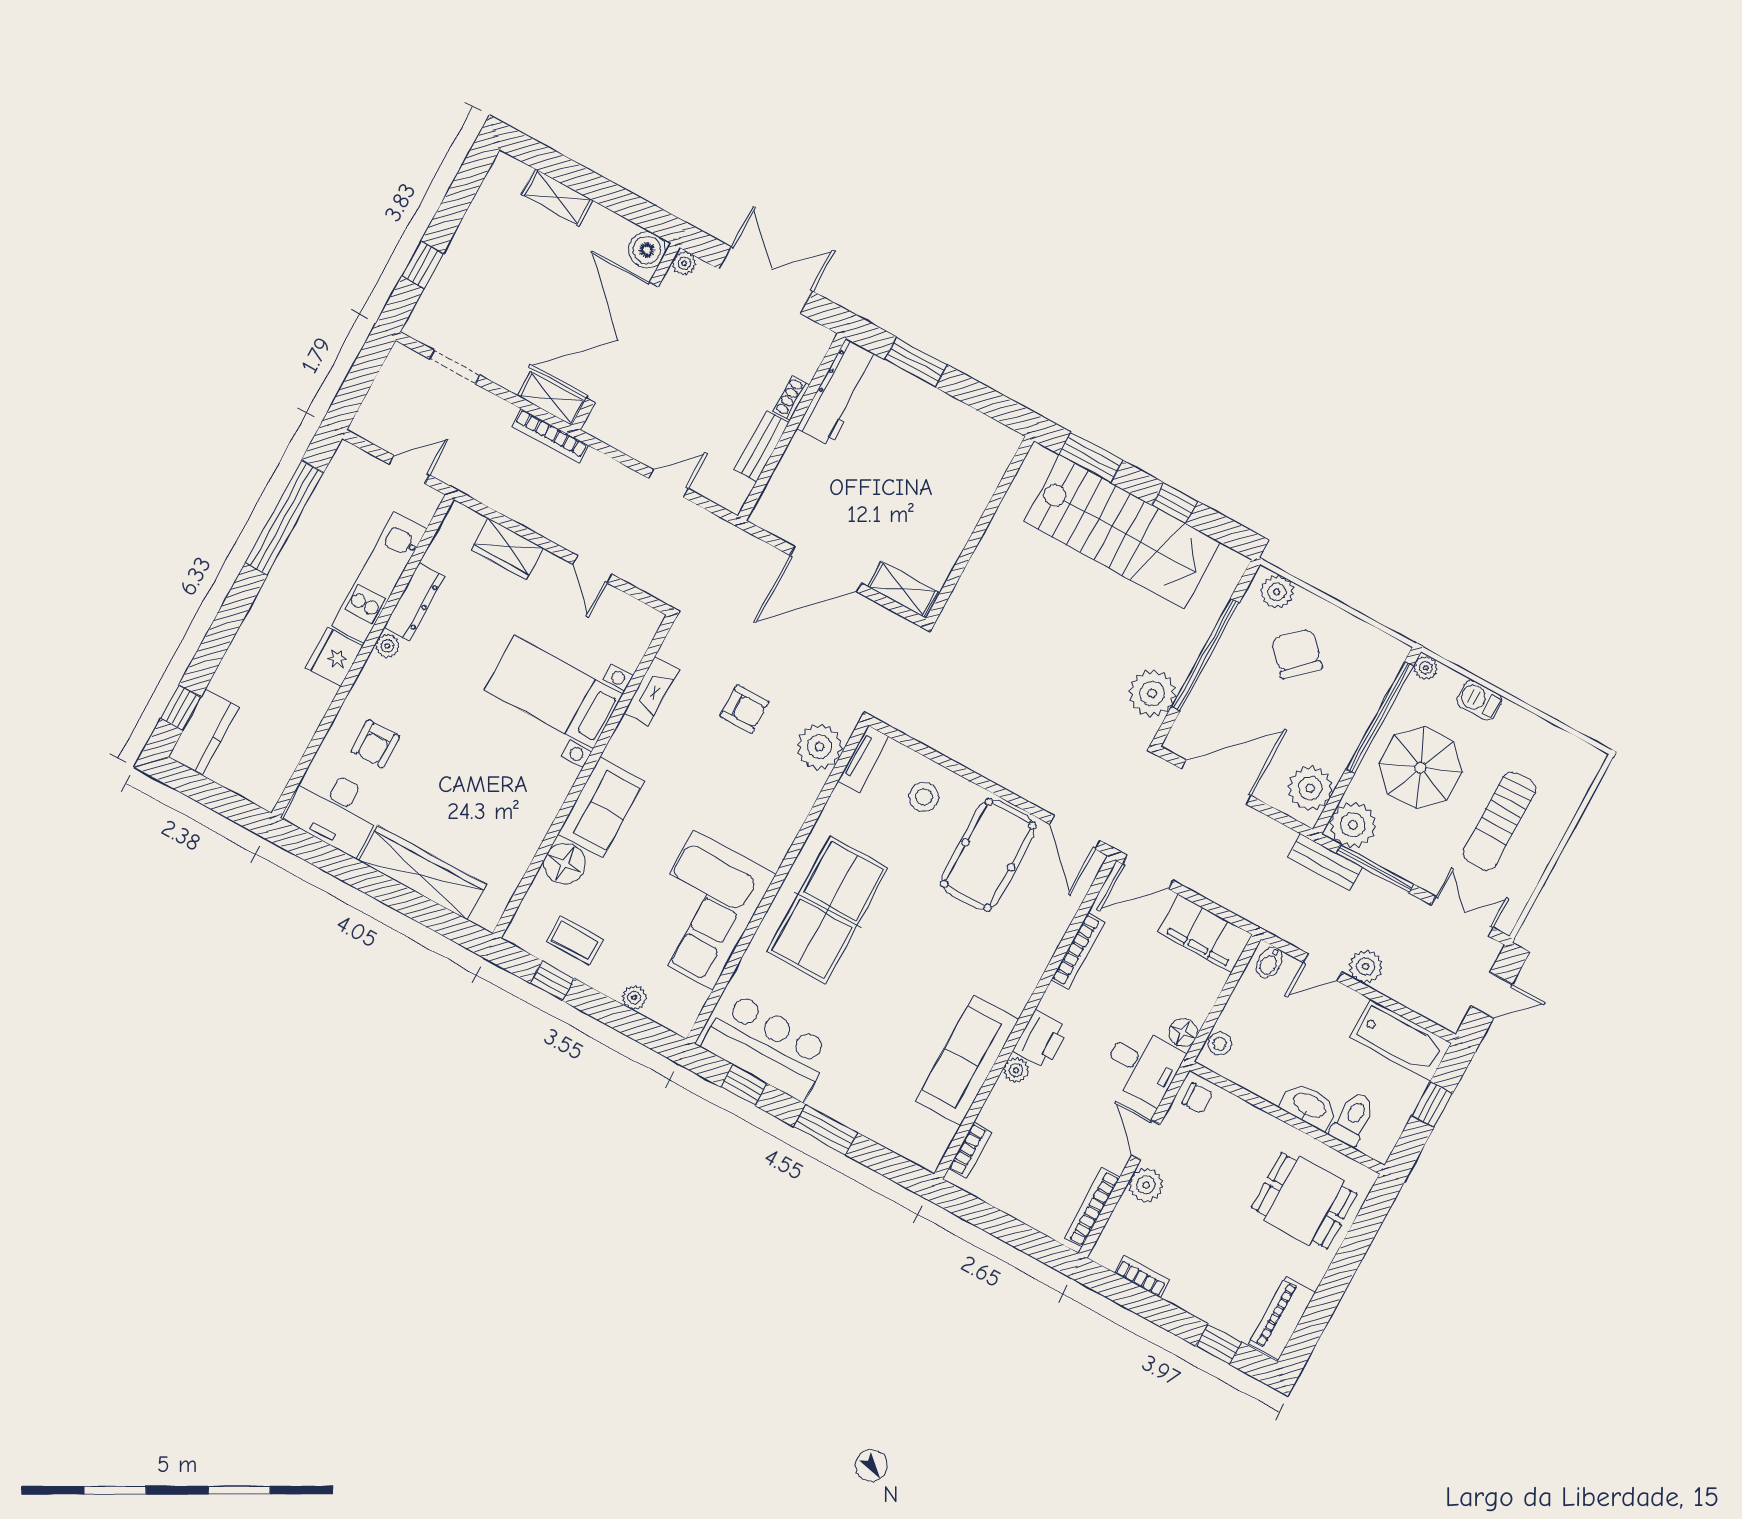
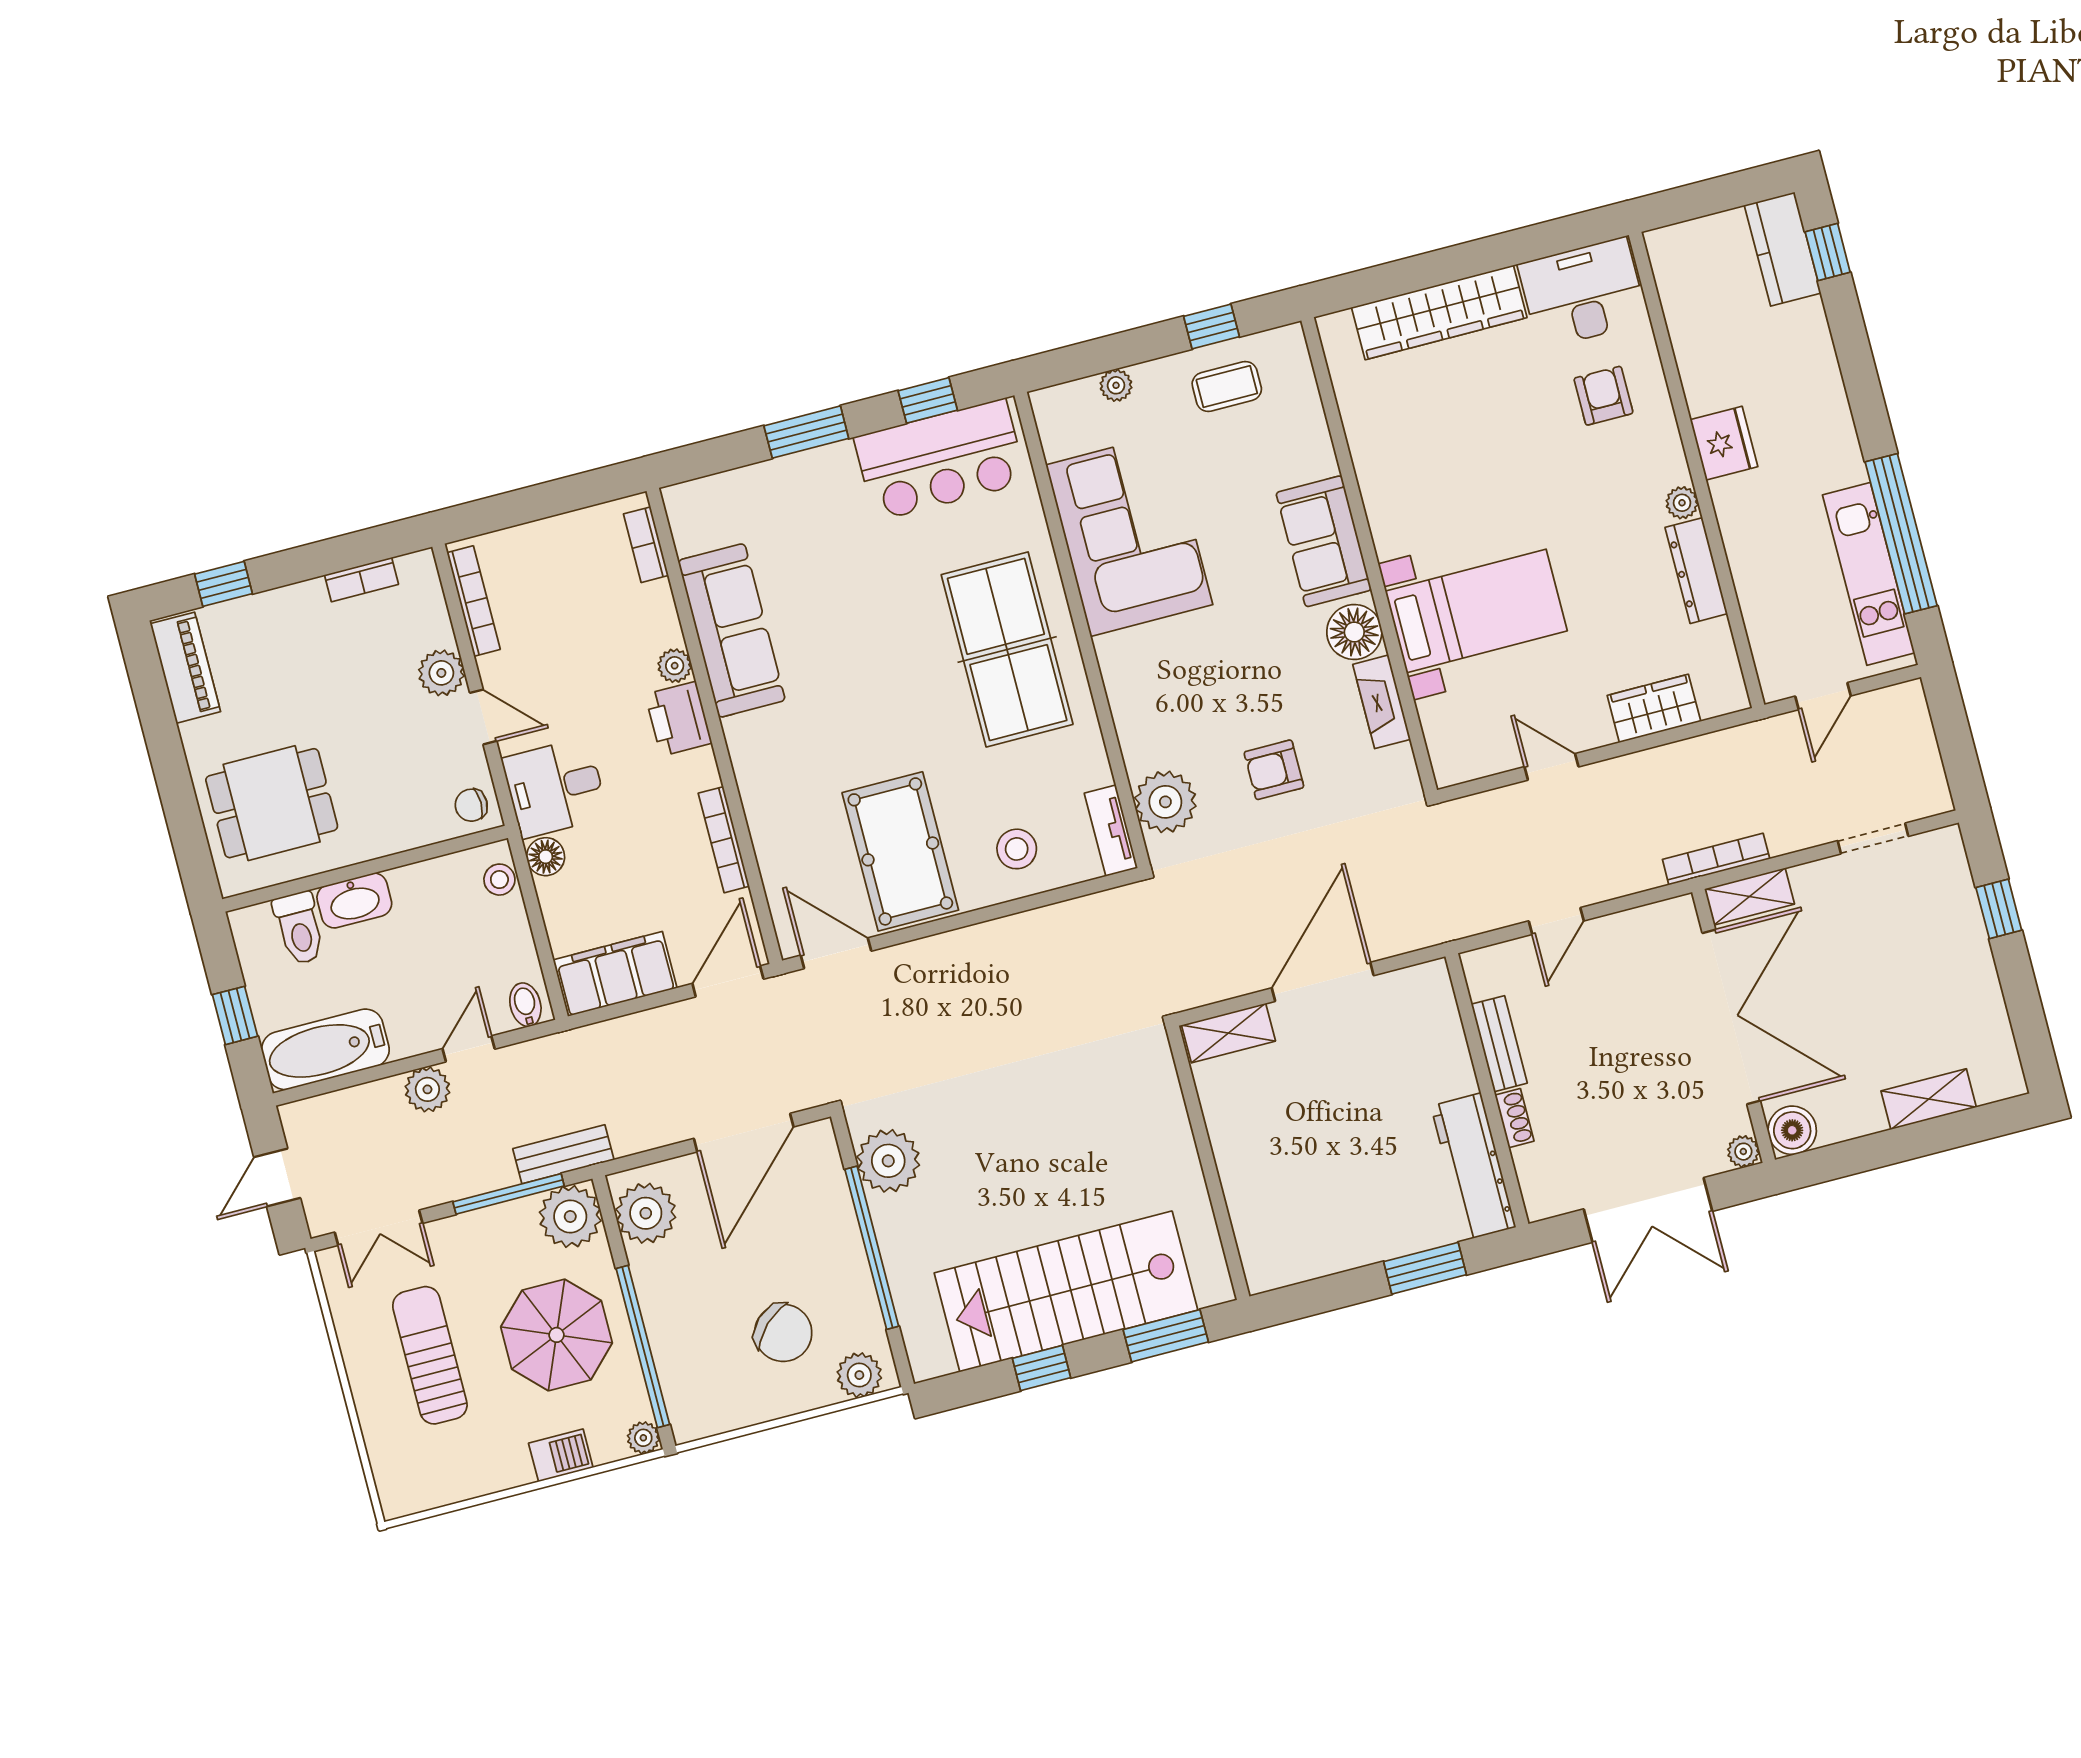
kitchen unit: (379, 578) -> (1869, 574), moved, turned 180
floor lamp: (565, 864) -> (1354, 632), moved

